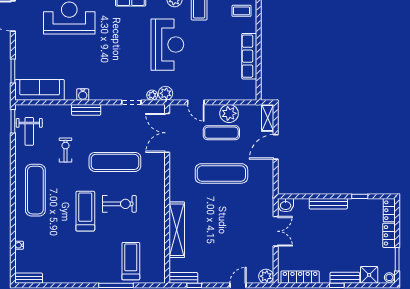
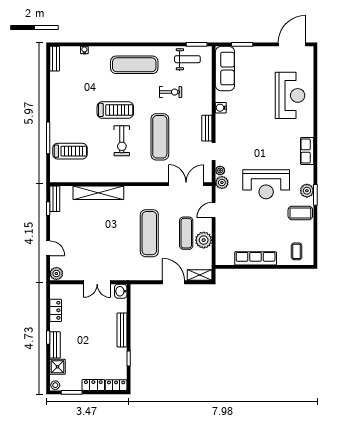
bench: (86, 110) -> (207, 128), moved
weight bench: (29, 131) -> (187, 59), turned 180
locker: (300, 277) -> (56, 310), width x0.66

